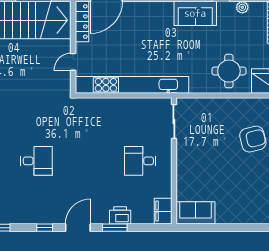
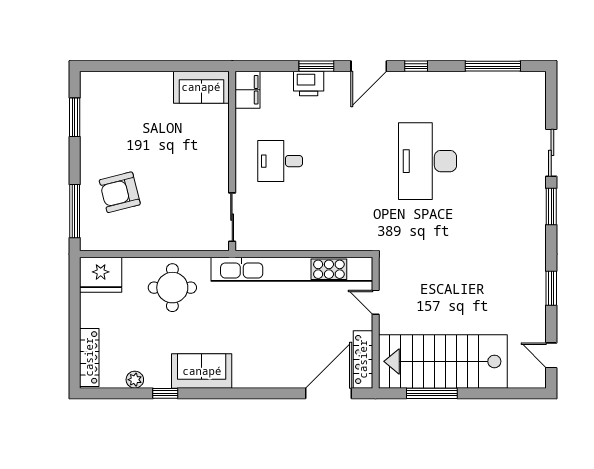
door: (73, 62) -> (376, 302), swing flipped
round table: (229, 71) -> (172, 288), moved
desk: (37, 161) -> (428, 161), width x1.87, depth x1.30
desk: (140, 161) -> (280, 161), turned 180

